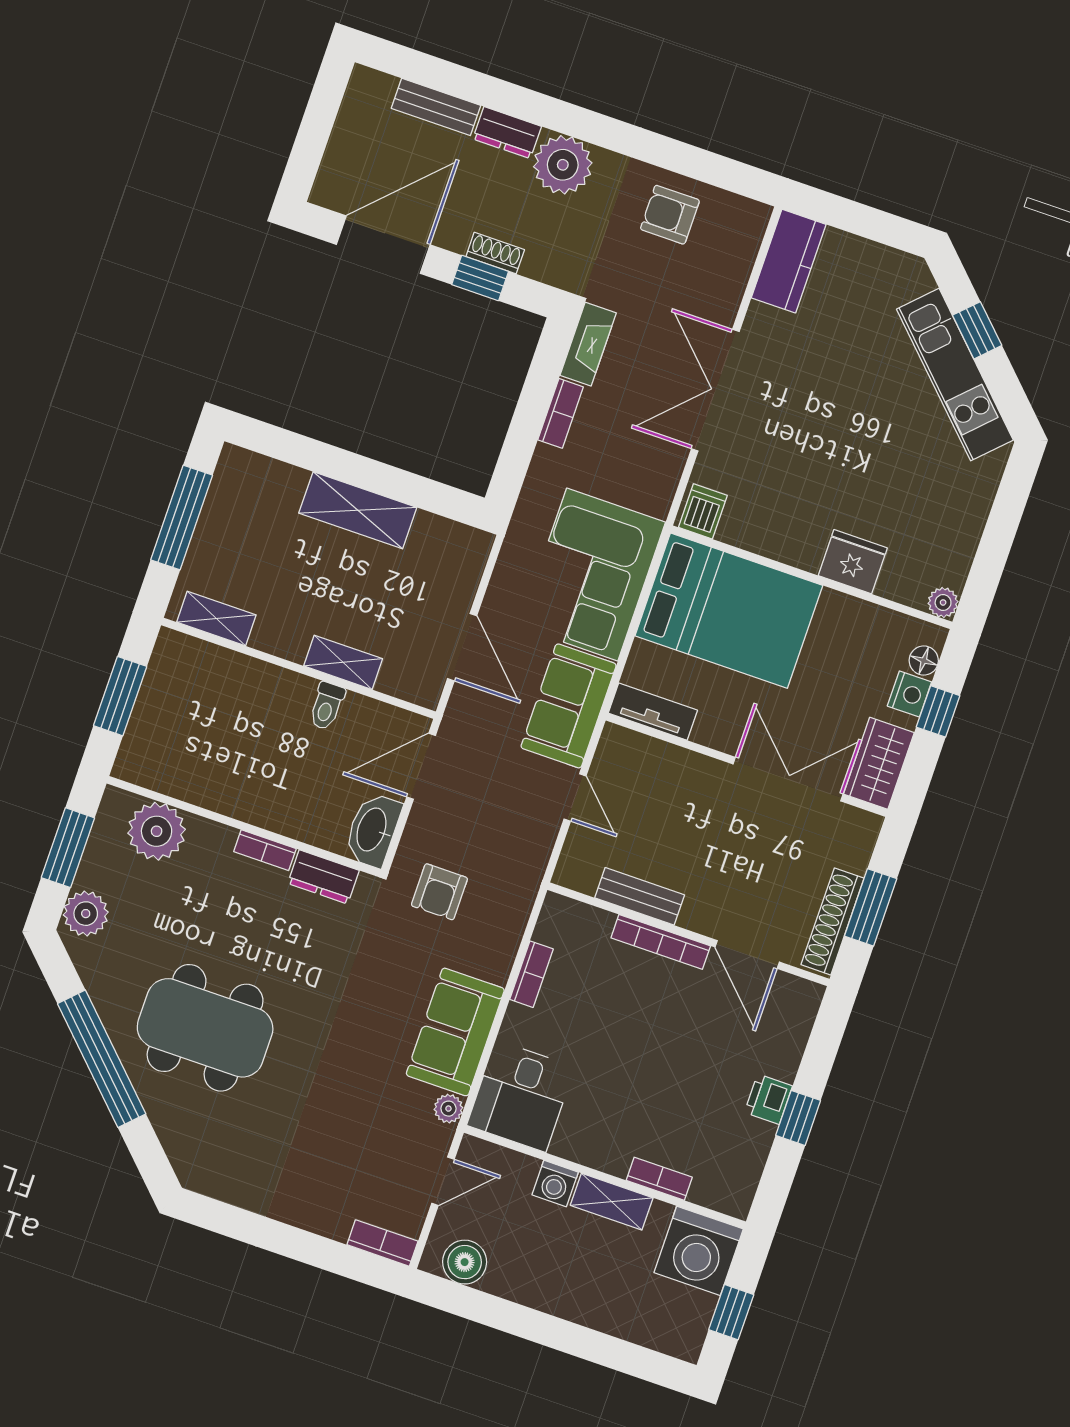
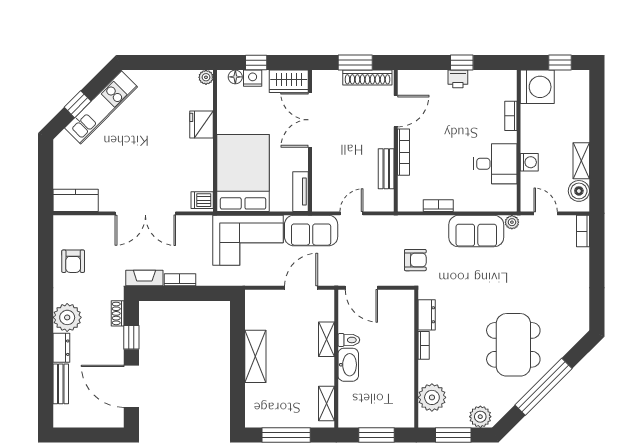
shoe rack: (495, 253) -> (118, 313), moved
washbasin: (373, 830) -> (348, 365), moved, turned -90
desk: (521, 1096) -> (495, 164), moved
shelving: (612, 1202) -> (581, 161), moved

